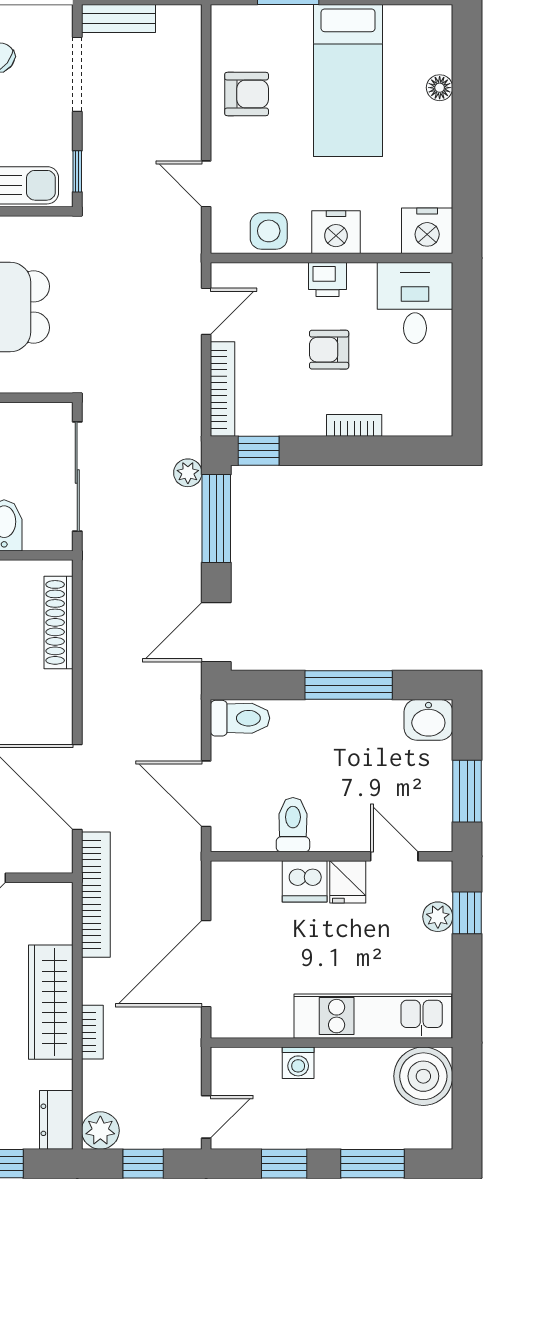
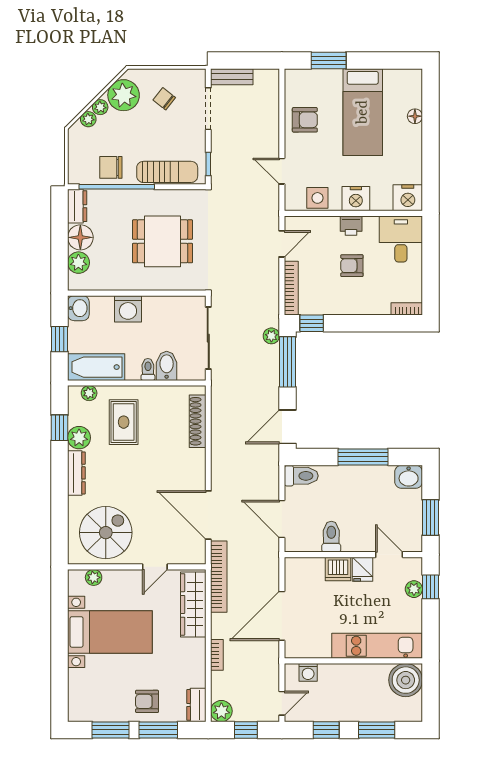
bookcase: (354, 425) -> (407, 309), moved
wardrobe: (51, 1002) -> (193, 604), moved
washing machine: (298, 1063) -> (308, 672), moved

